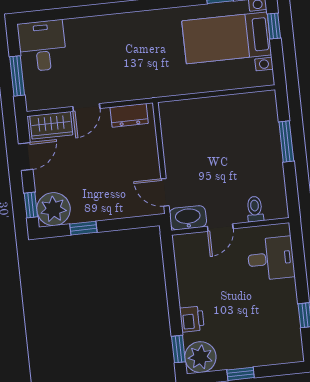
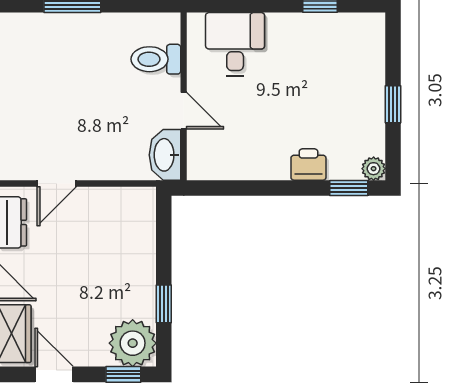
door: (165, 192) -> (57, 183), moved
toilet: (255, 209) -> (156, 59), width x1.37, depth x1.39
plant: (200, 357) -> (374, 169), width x0.53, depth x0.53

